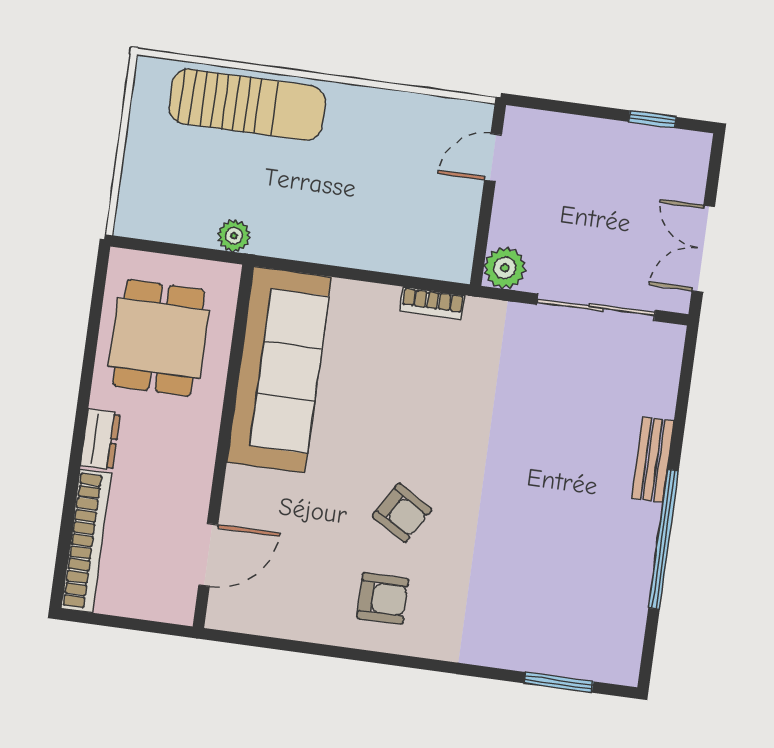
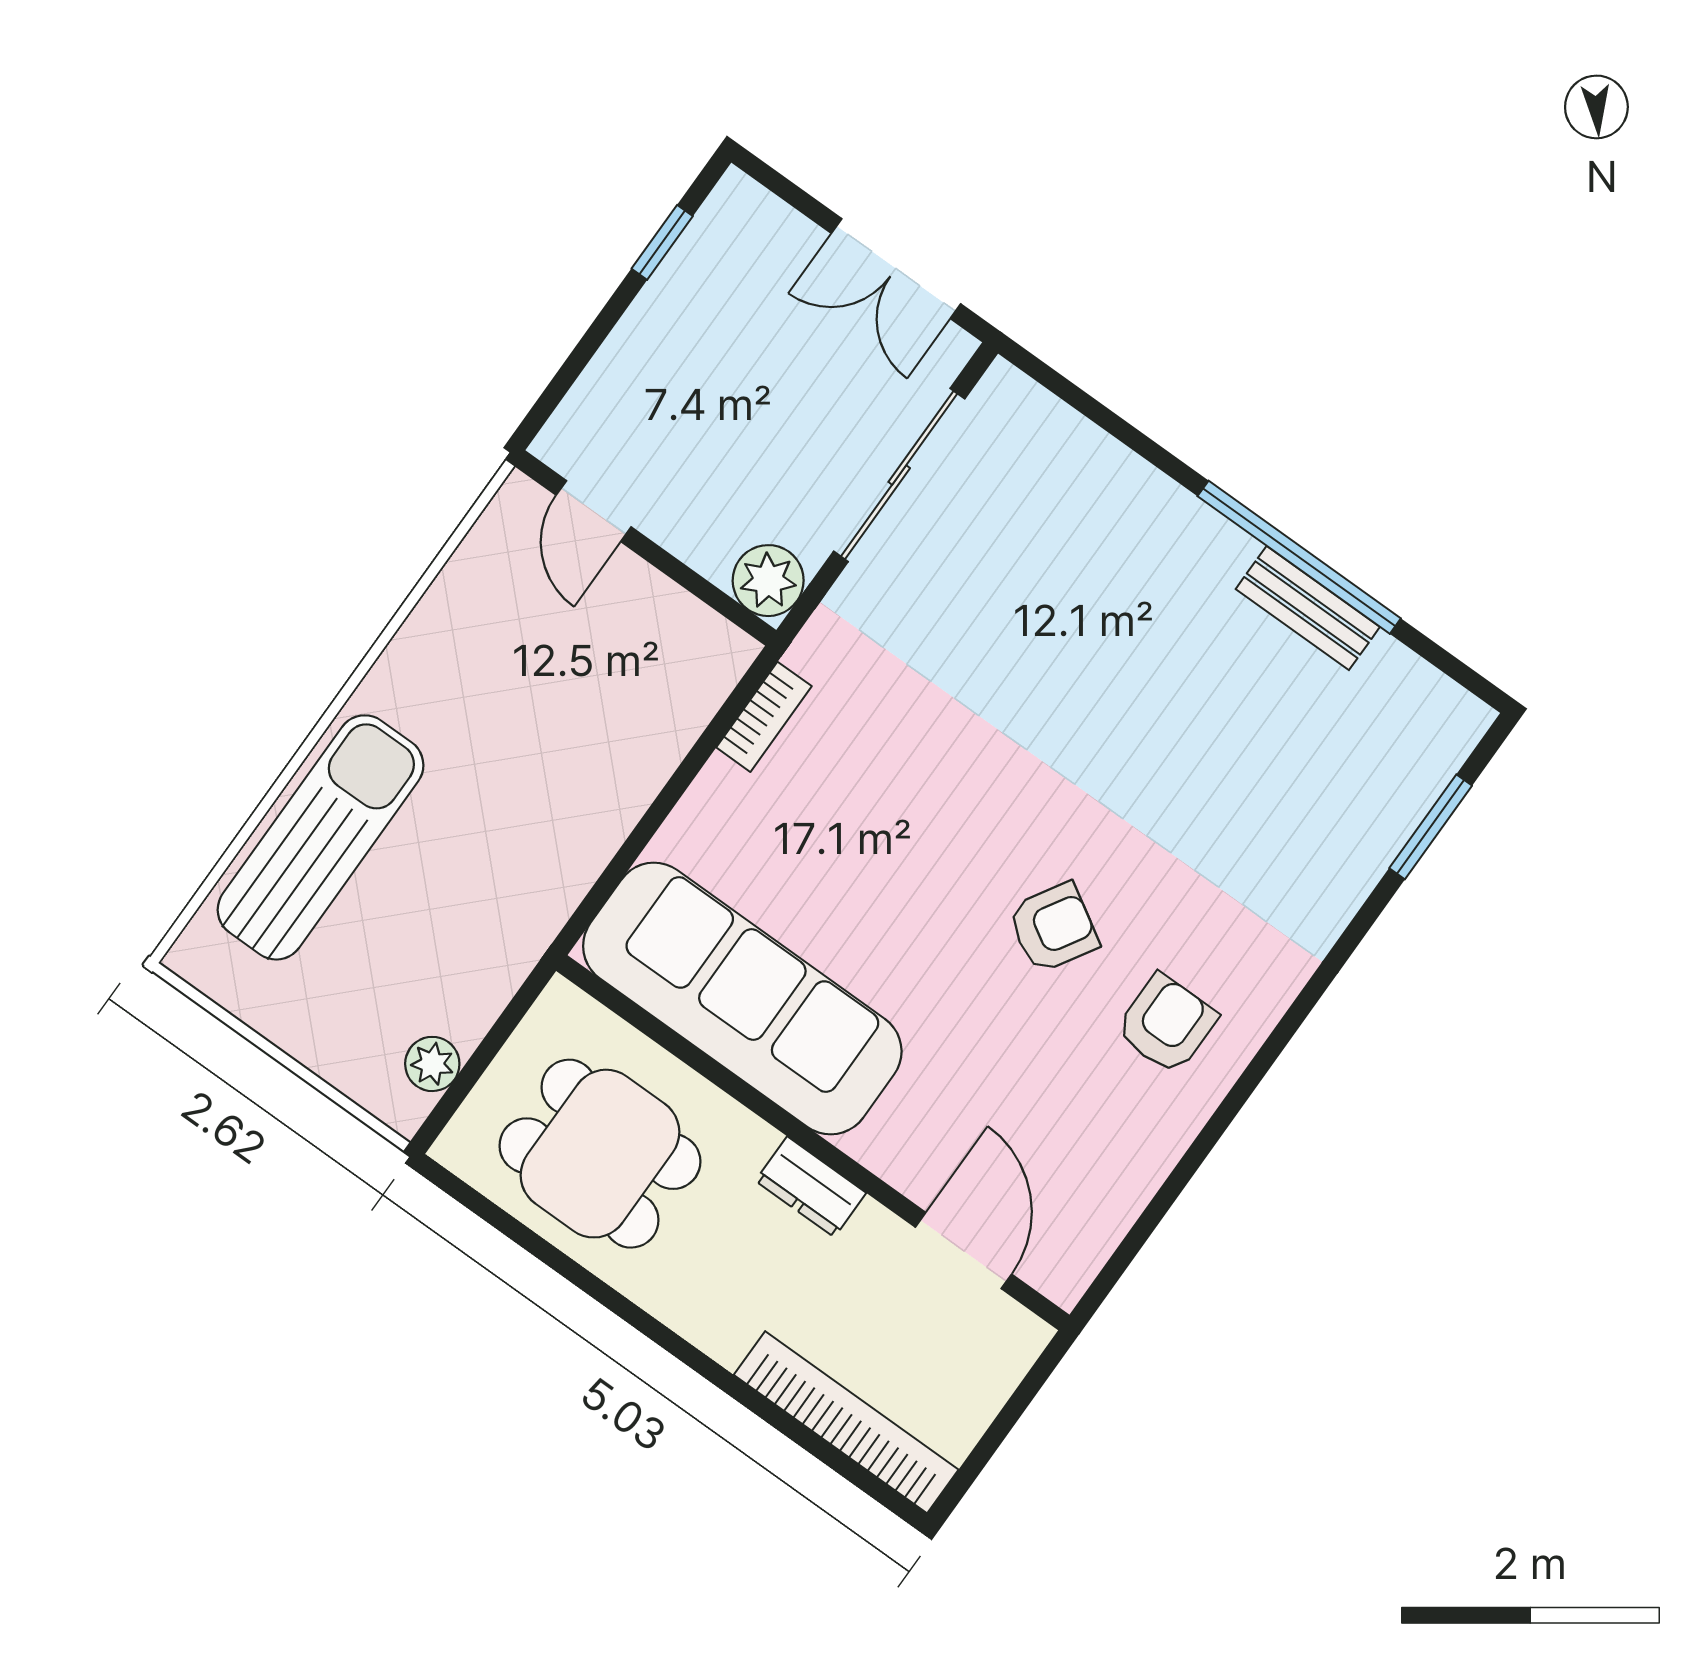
plant: (234, 236) -> (432, 1064), moved
dresser: (100, 440) -> (811, 1187), moved, turned 180
bench: (653, 460) -> (1308, 608), moved

